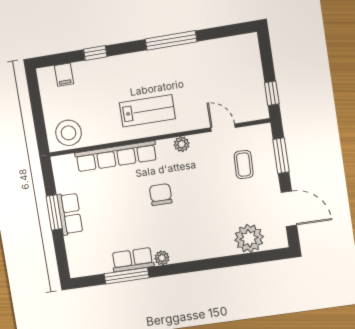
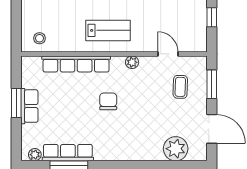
window: (272, 93) -> (212, 17), moved
stool: (68, 133) -> (39, 38), width x0.53, depth x0.53
plant: (162, 258) -> (35, 155), moved
row of seats: (133, 260) -> (68, 153), width x1.48

